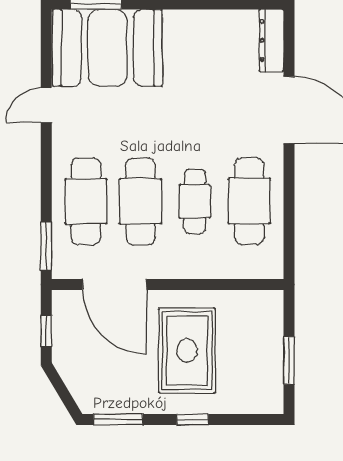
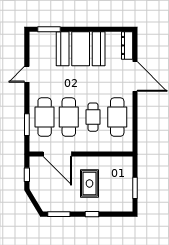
booth: (107, 48) -> (81, 49), moved
window: (46, 246) -> (27, 125), moved
rug: (187, 351) -> (89, 183), width x0.73, depth x0.70

